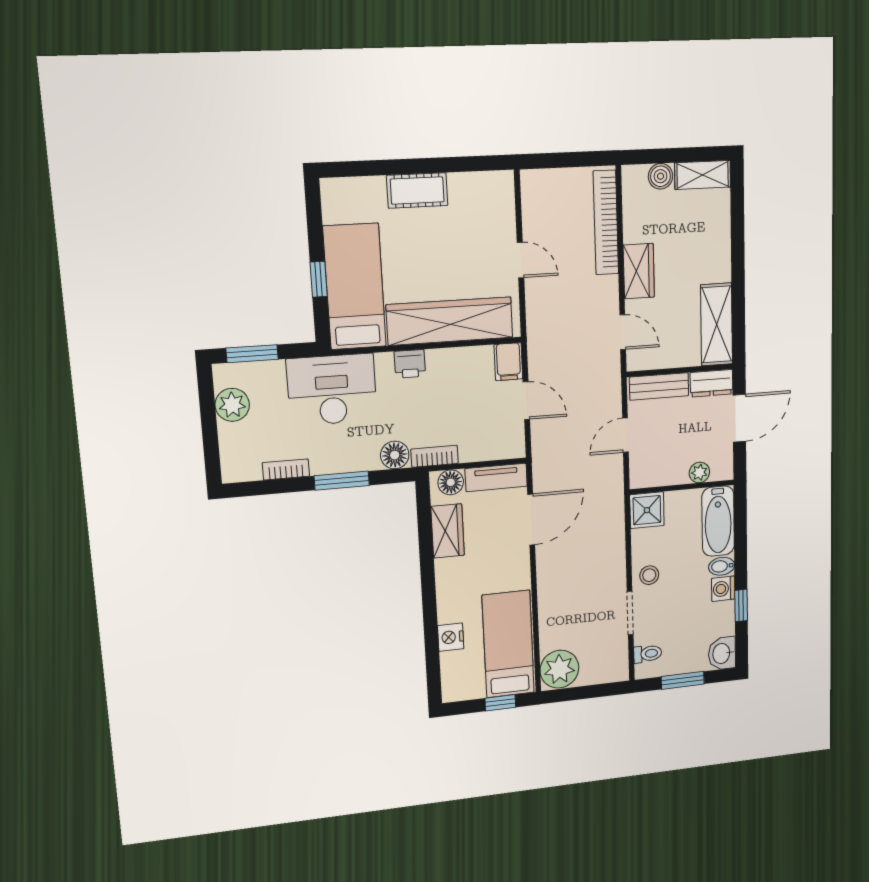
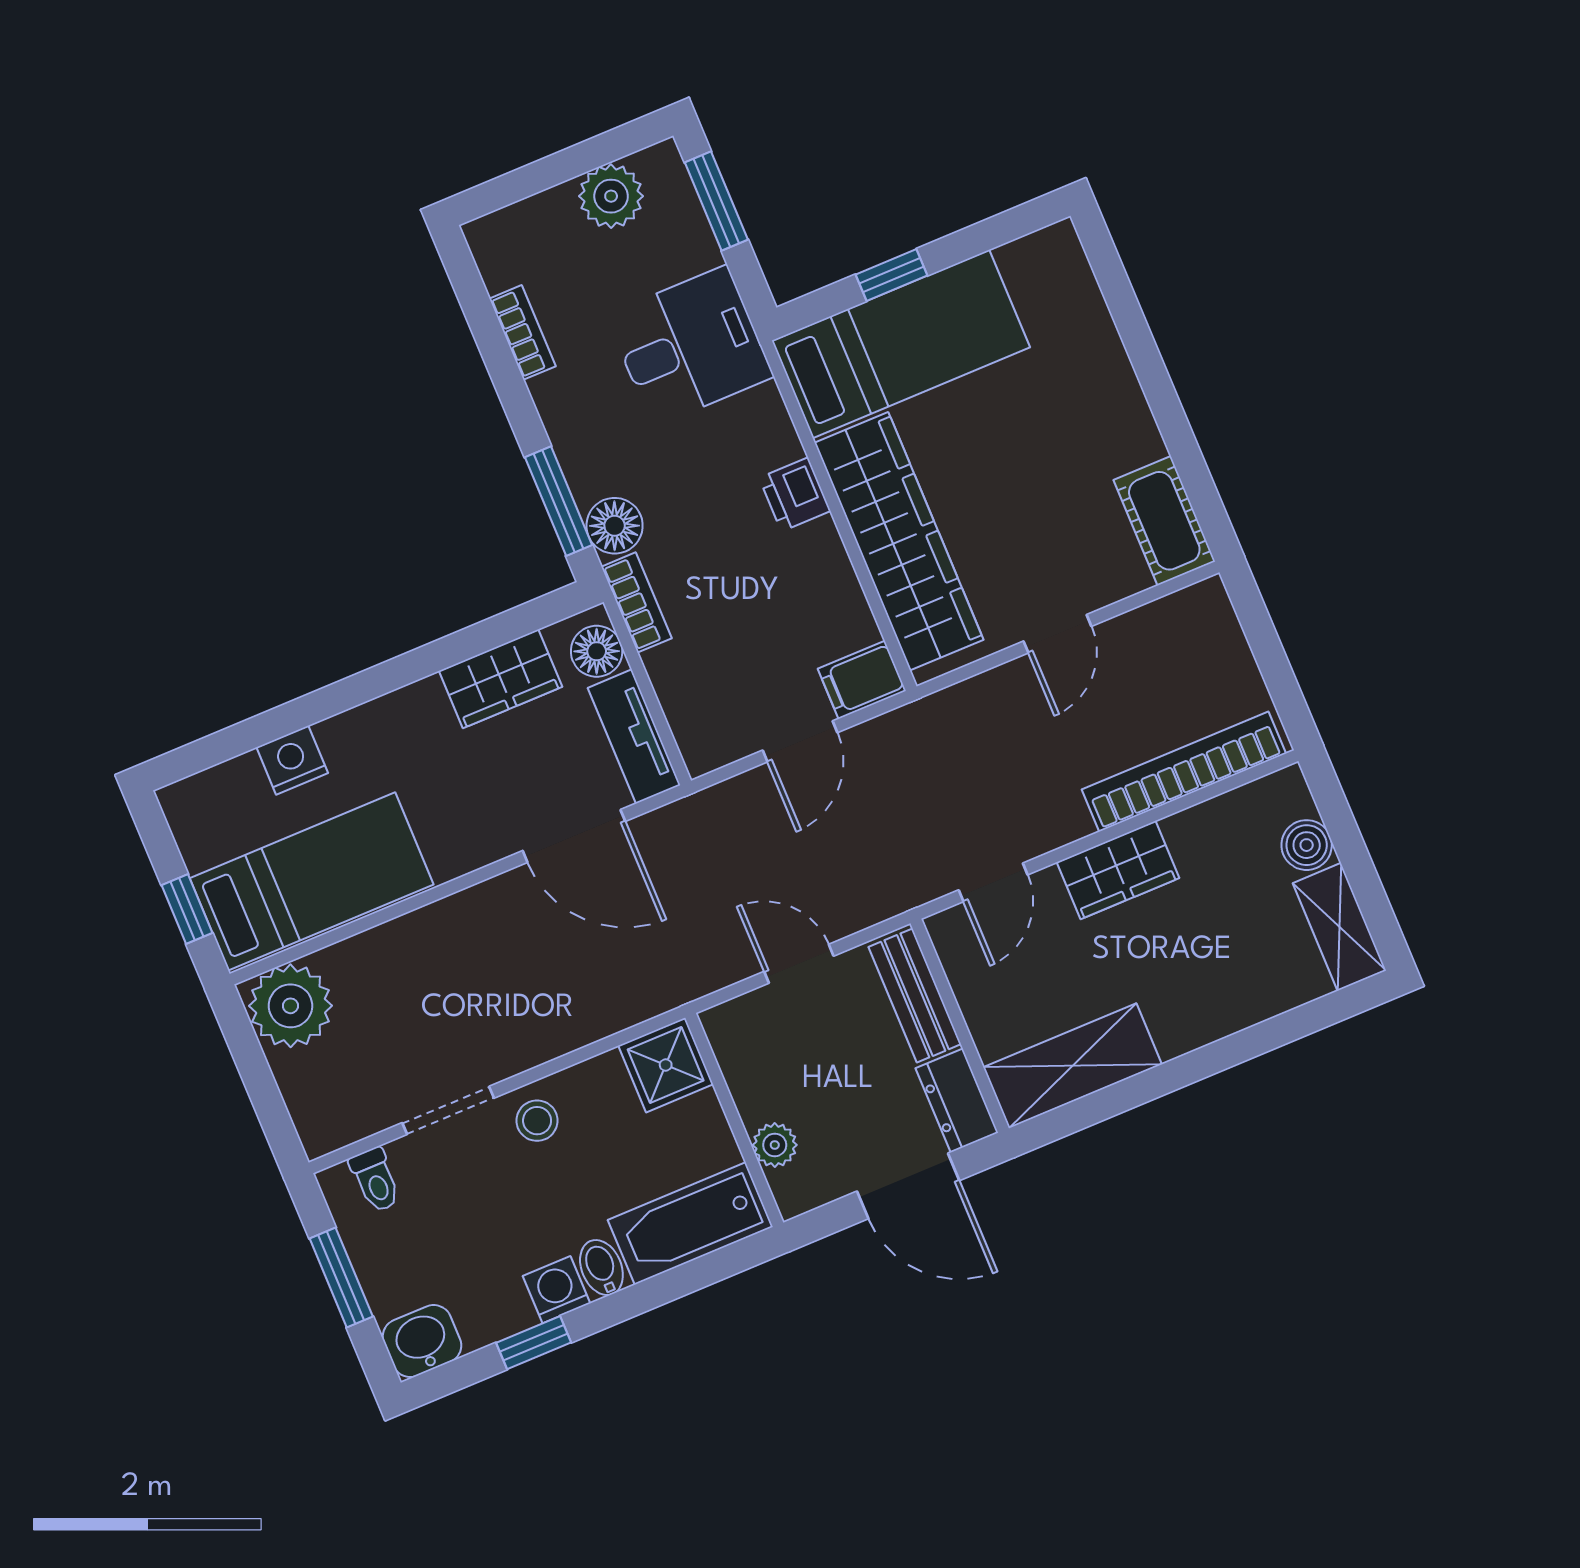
cot: (417, 190) -> (1164, 521), moved
desk: (332, 390) -> (690, 346), width x0.73
window: (342, 481) -> (559, 501), moved

